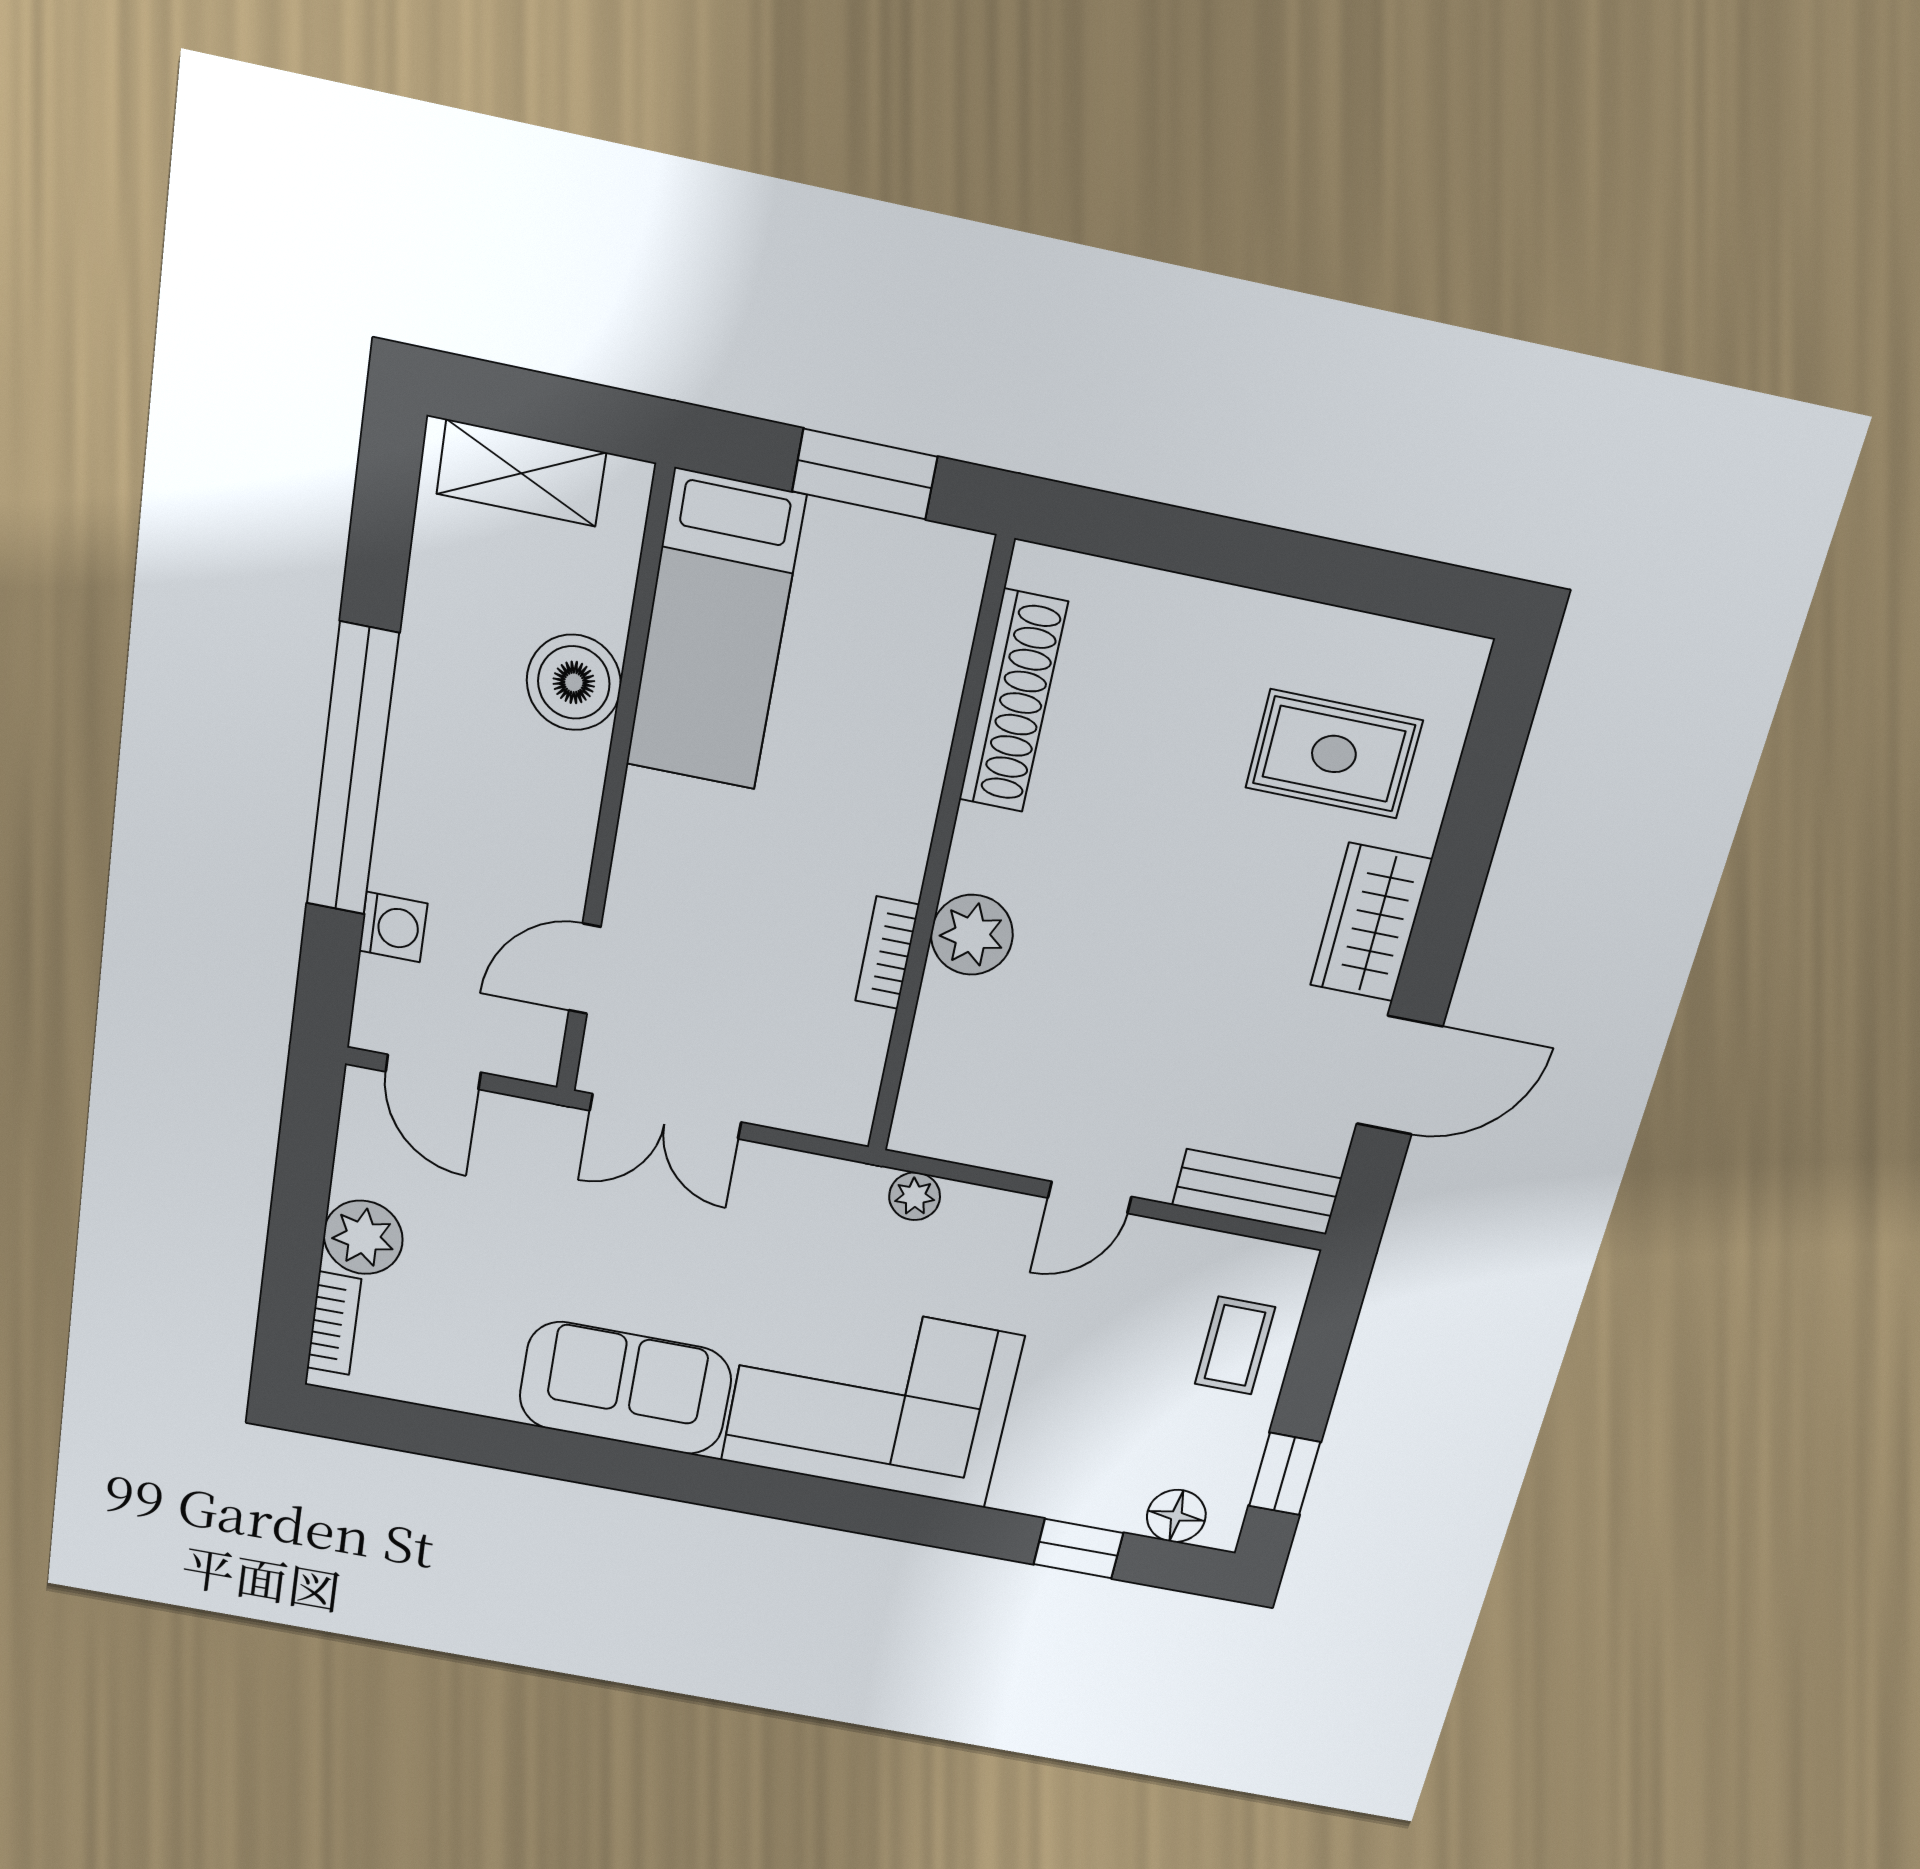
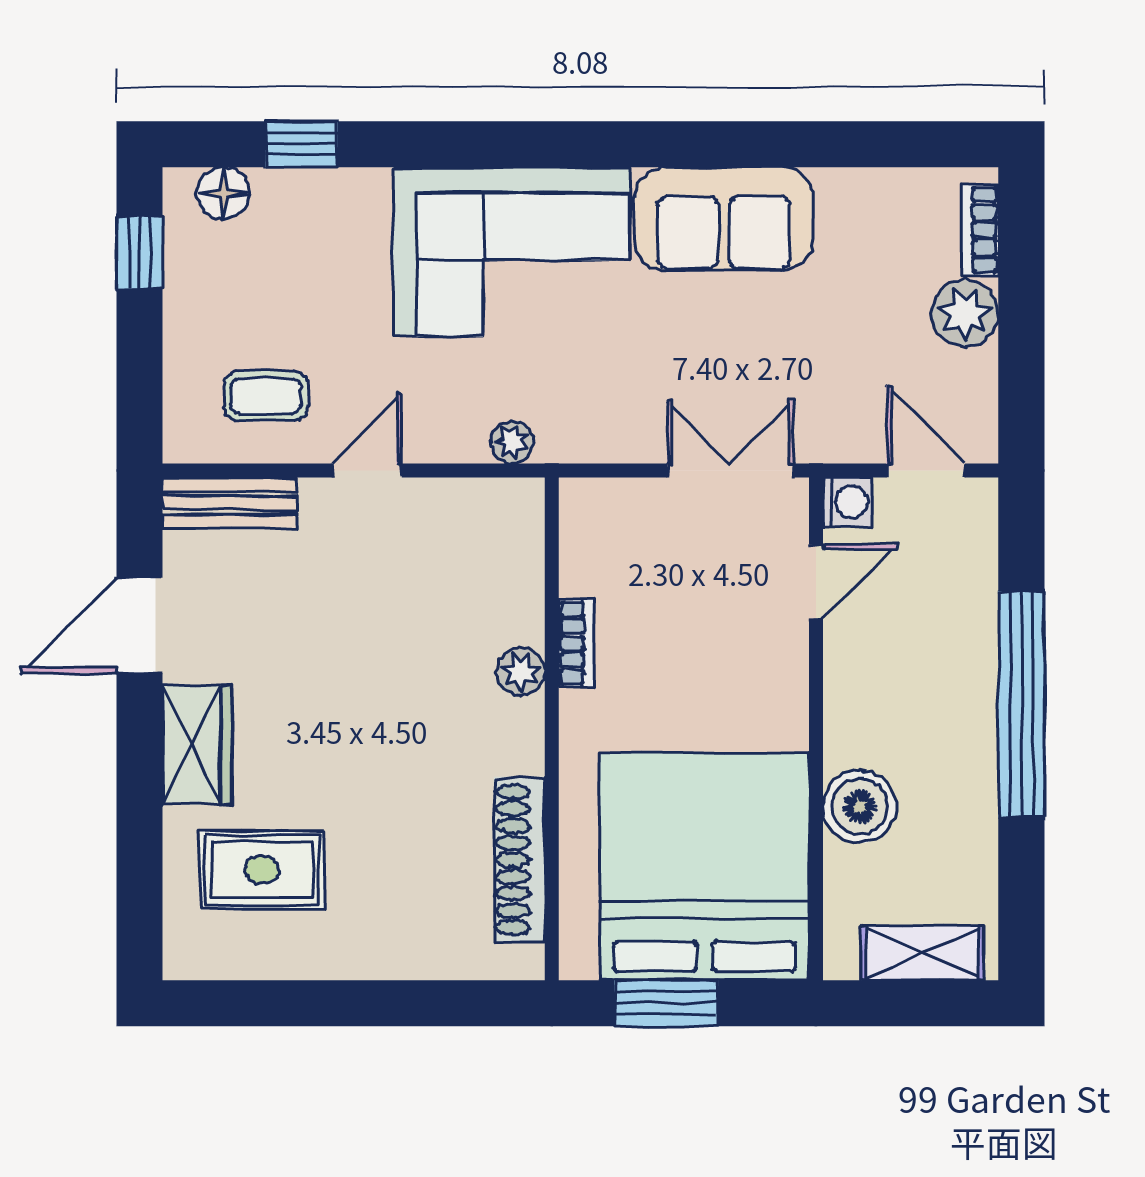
bed: (715, 631) -> (704, 866), width x2.04
washing machine: (393, 927) -> (848, 502), moved, turned 180
plant: (972, 935) -> (521, 671), width x0.73, depth x0.73
coffee table: (1235, 1346) -> (266, 396), moved, turned 90

